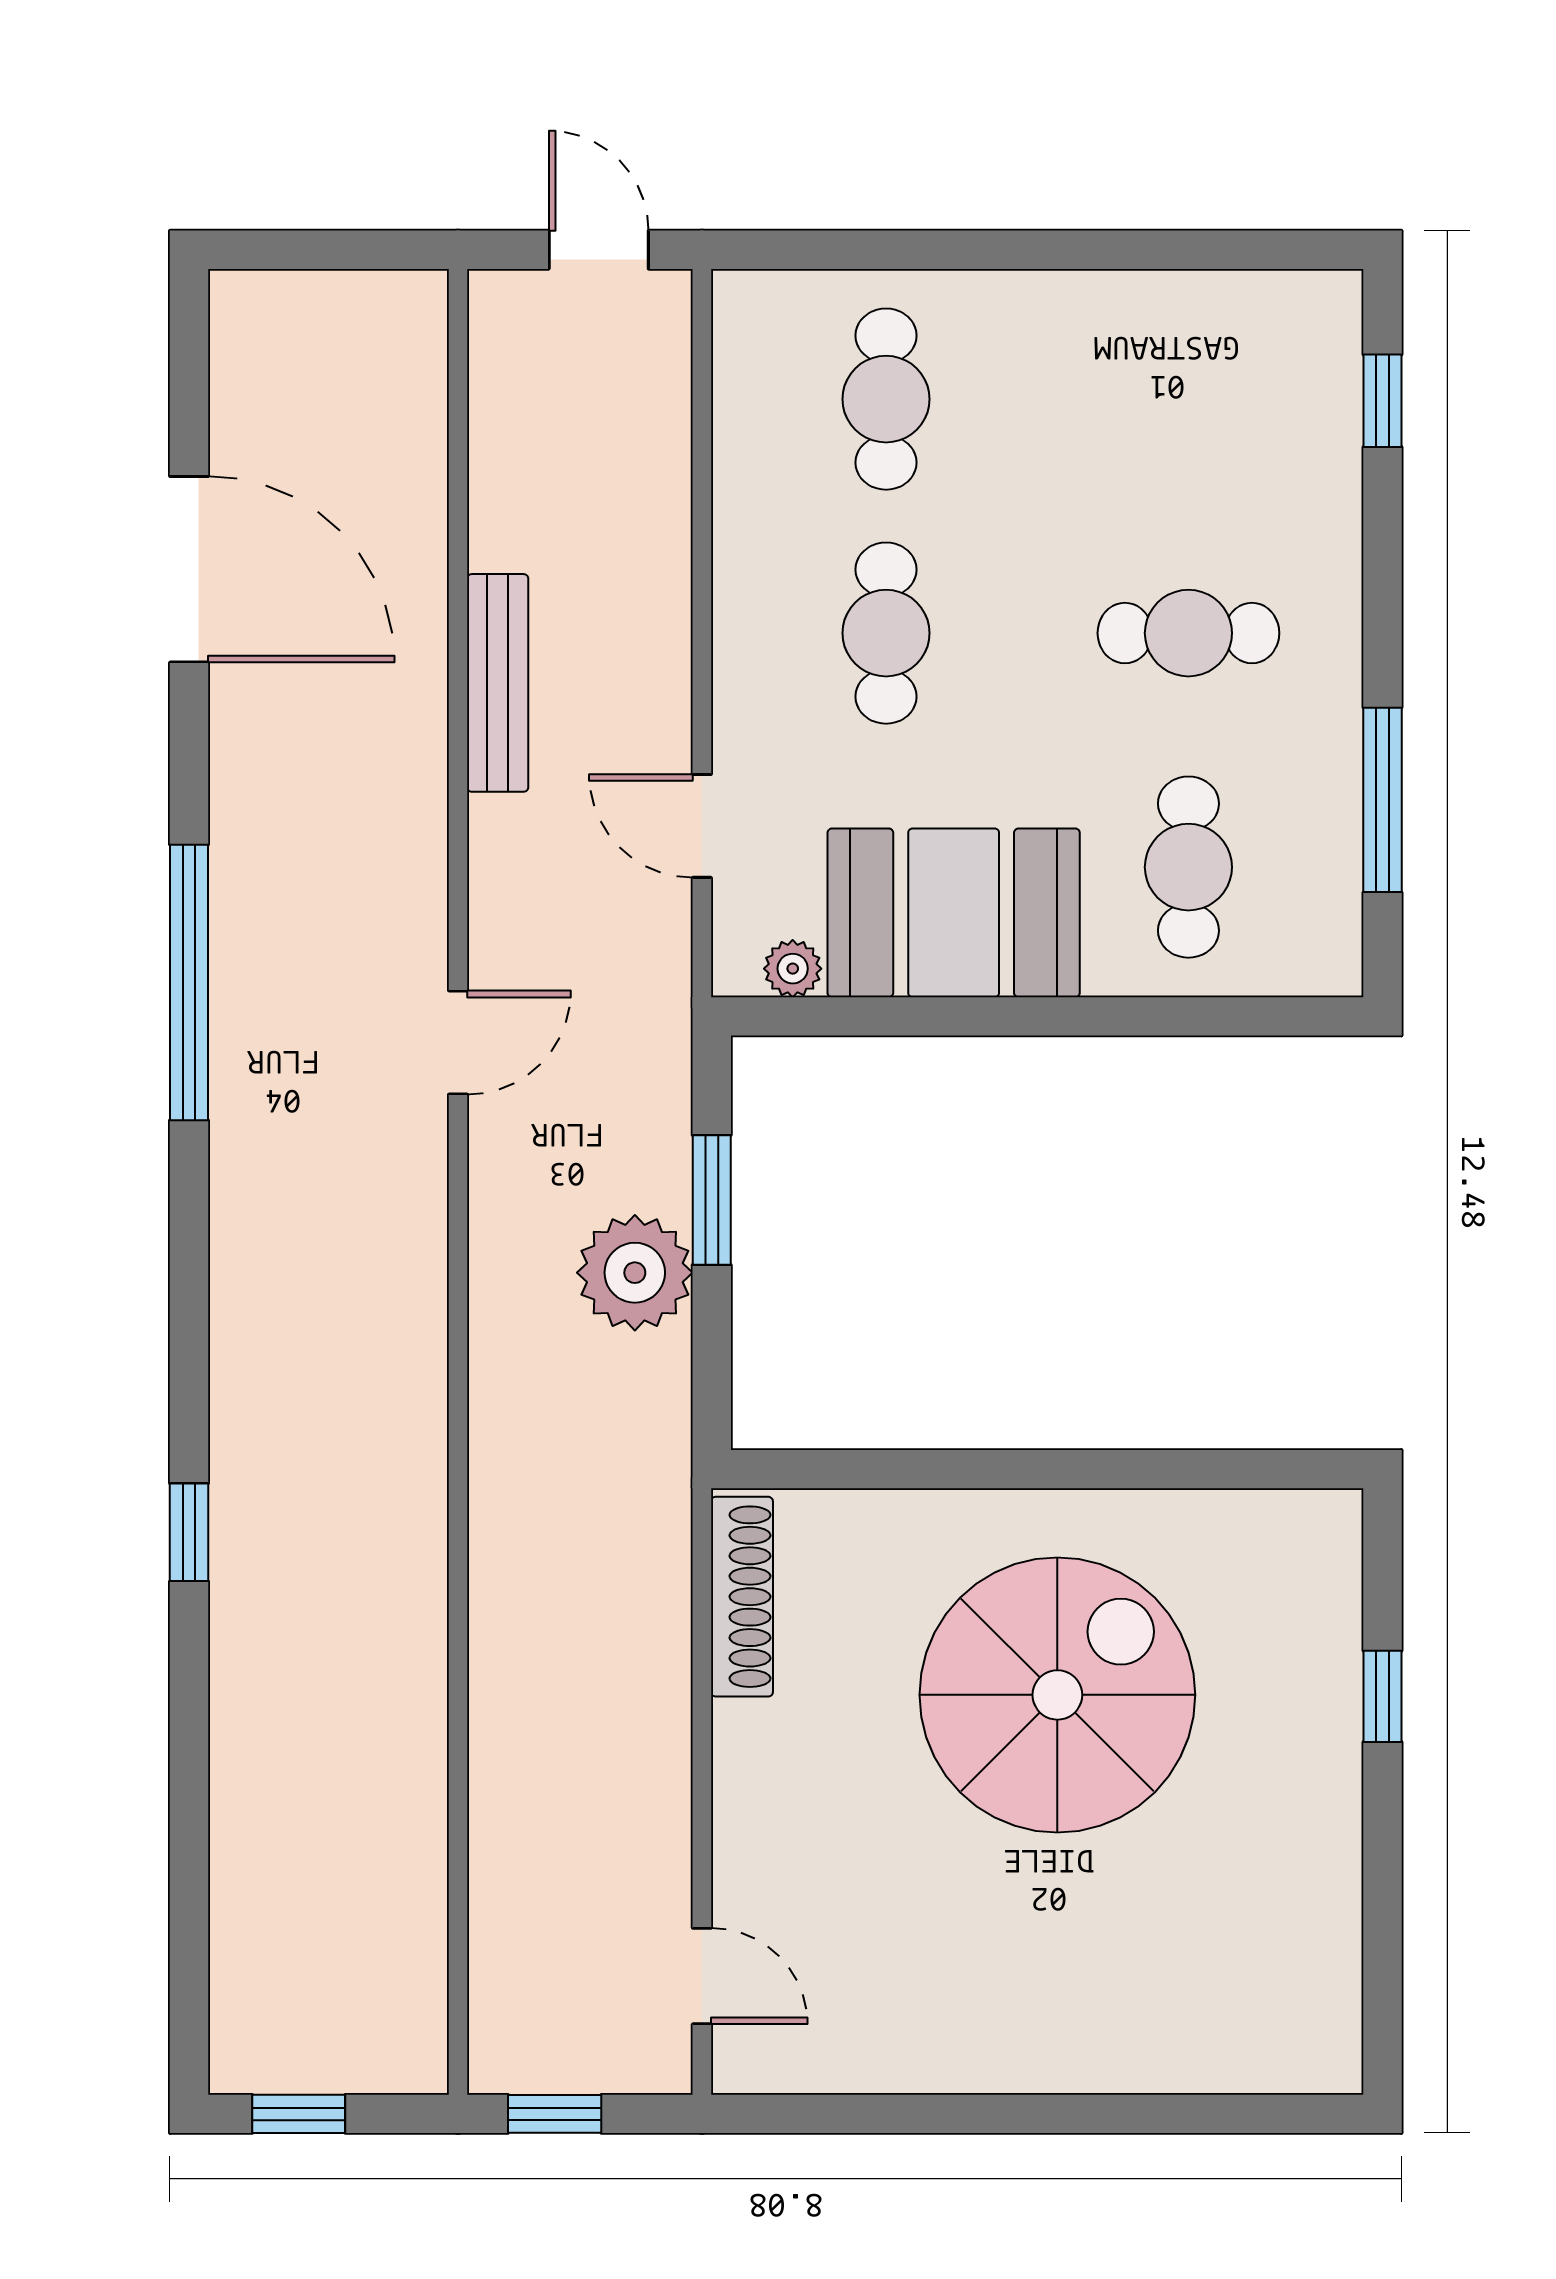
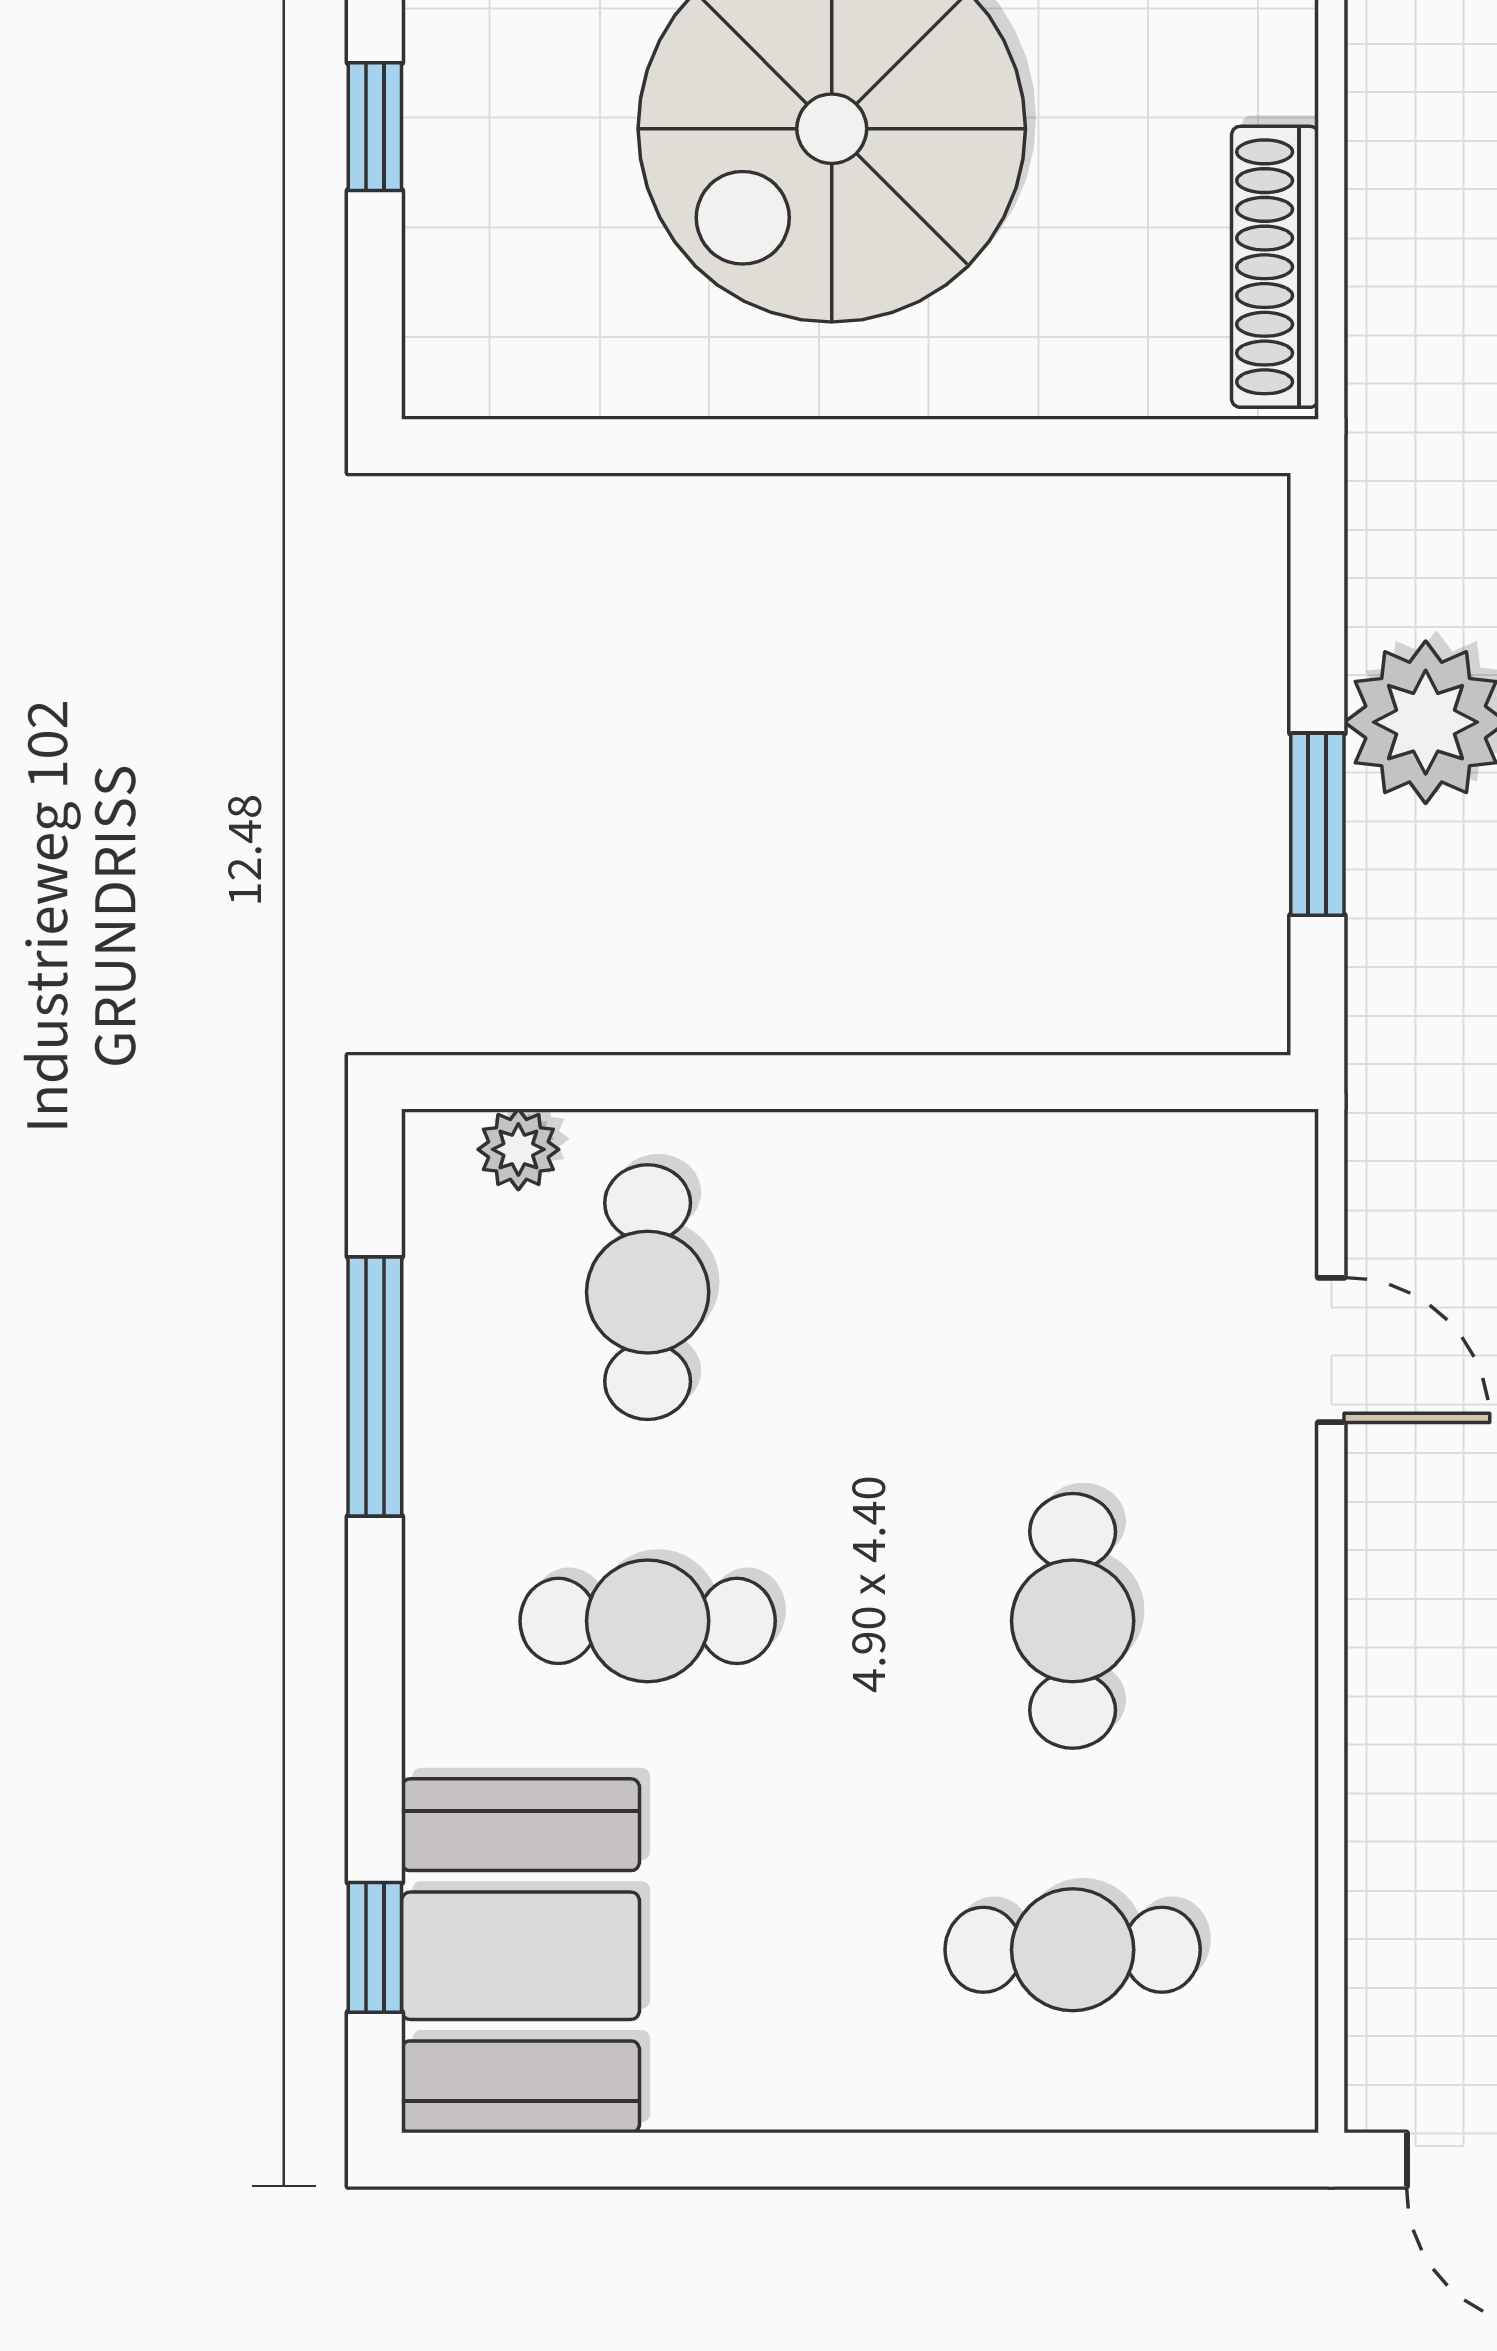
cafe table: (886, 399) -> (1073, 1950), turned 90
booth: (954, 913) -> (521, 1956), moved, turned 90
plant: (793, 969) -> (518, 1149), moved

